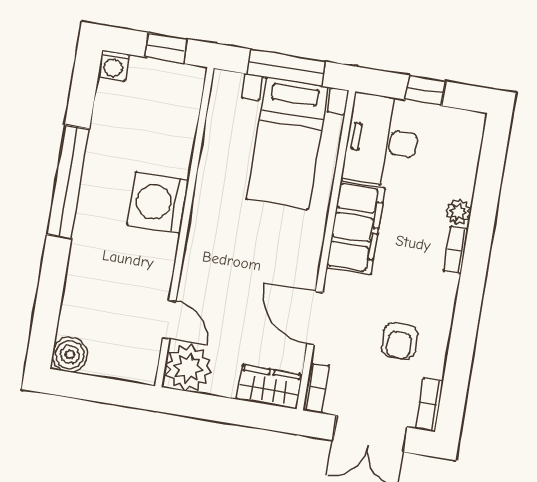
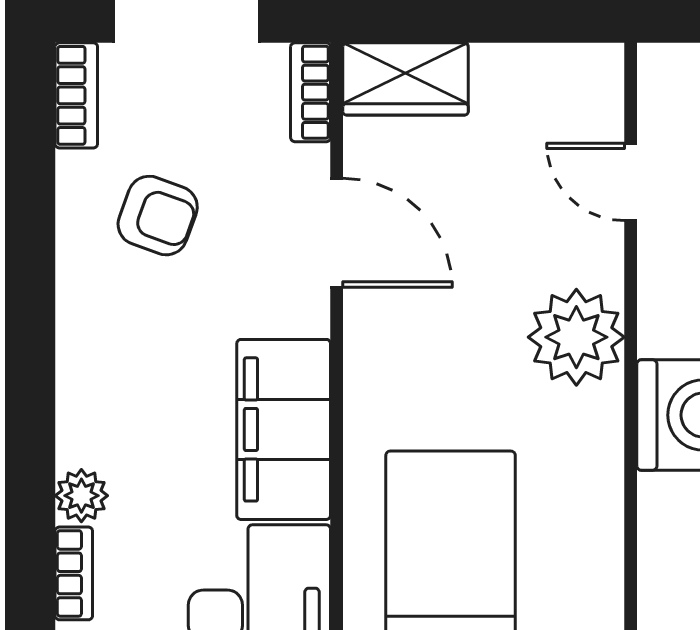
bookcase: (456, 250) -> (74, 573), moved
armchair: (400, 341) -> (158, 216), turned 110
plant: (188, 368) -> (576, 337), moved

